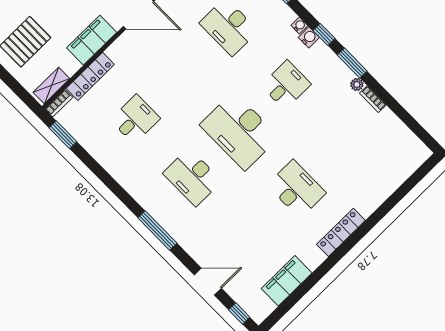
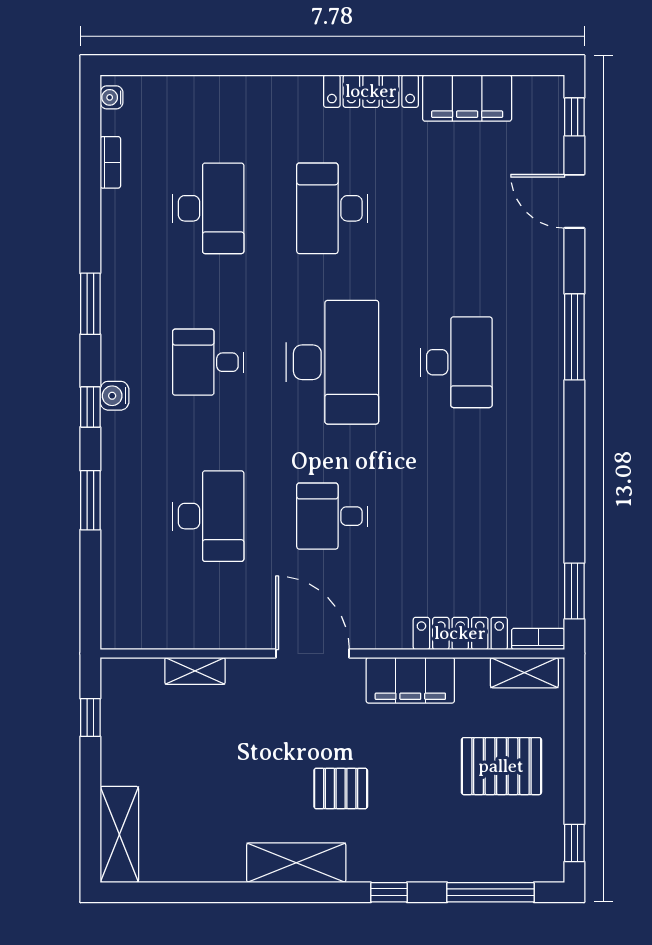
water cooler: (299, 26) -> (112, 97), moved
window: (324, 34) -> (90, 407), moved
plant: (357, 84) -> (112, 269), removed
bookcase: (373, 99) -> (110, 162), moved
desk: (135, 119) -> (332, 516), moved
desk: (343, 143) -> (208, 208), added
locker: (341, 232) -> (371, 91), moved

